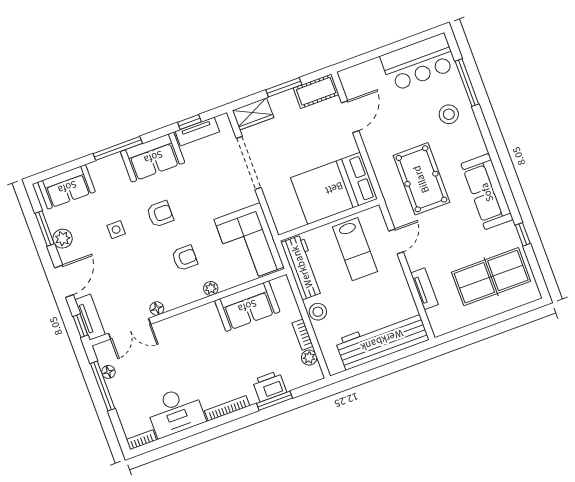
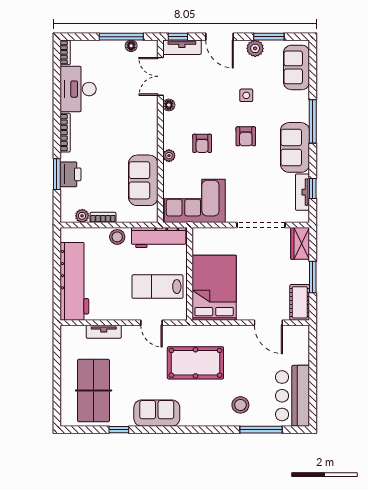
sofa: (487, 192) -> (157, 413), width x0.73

